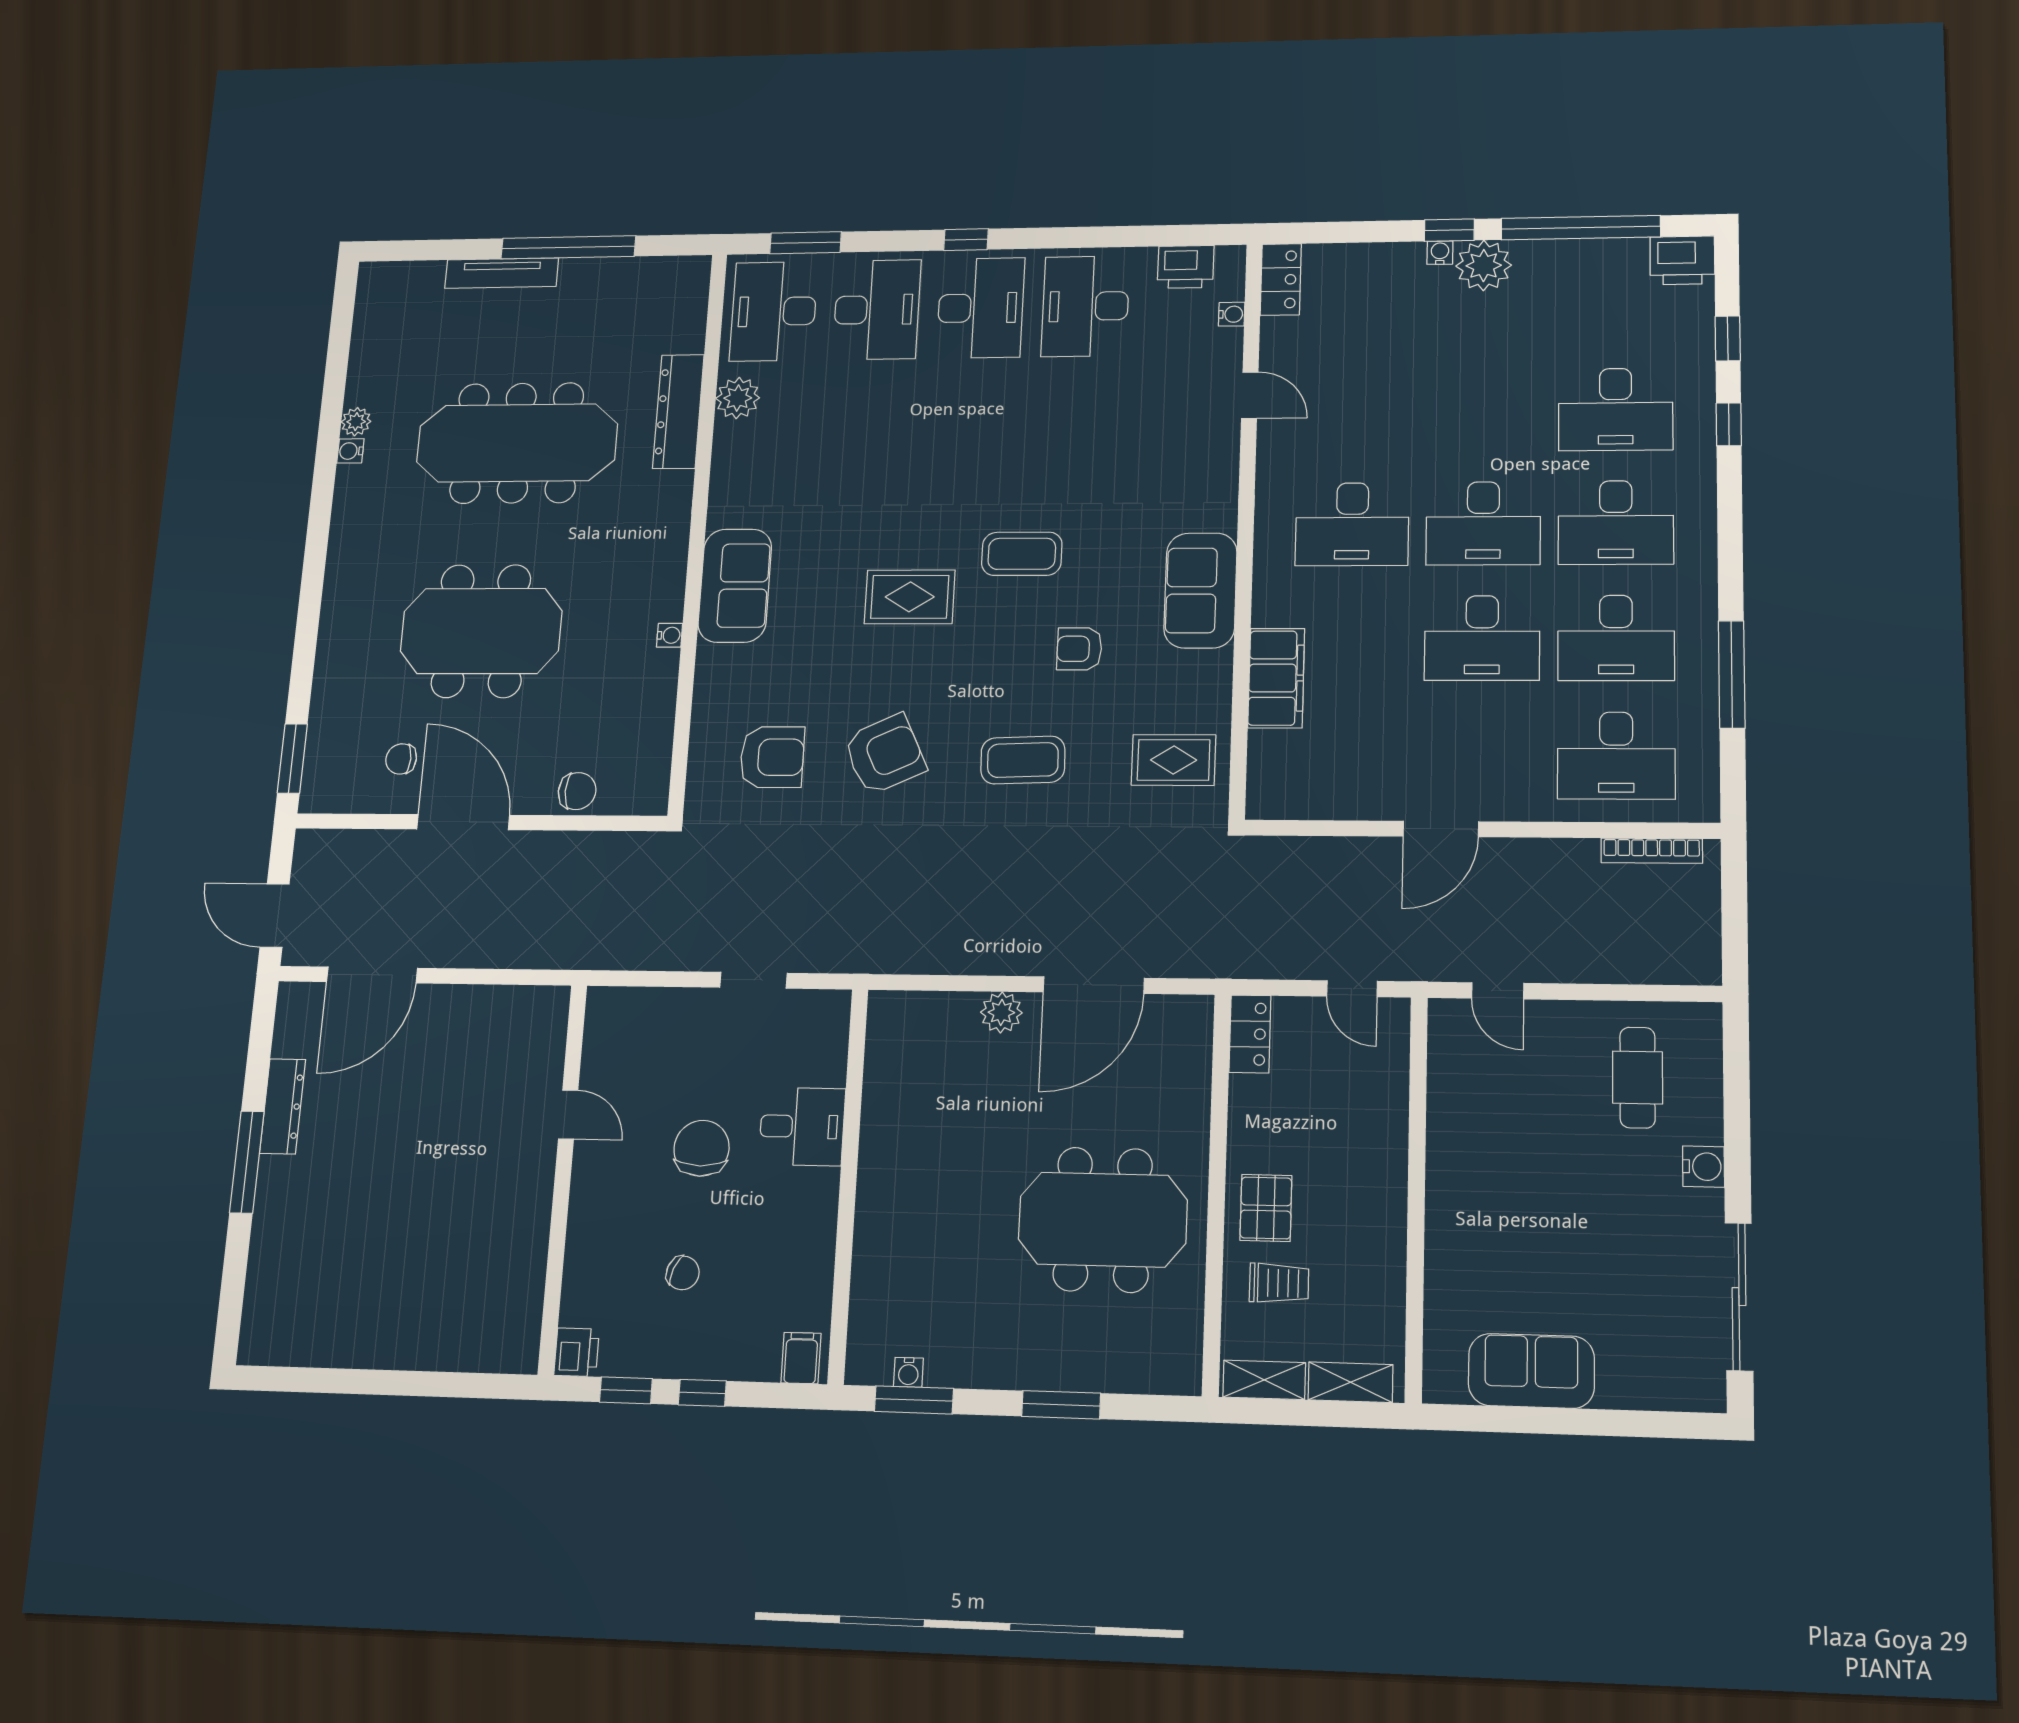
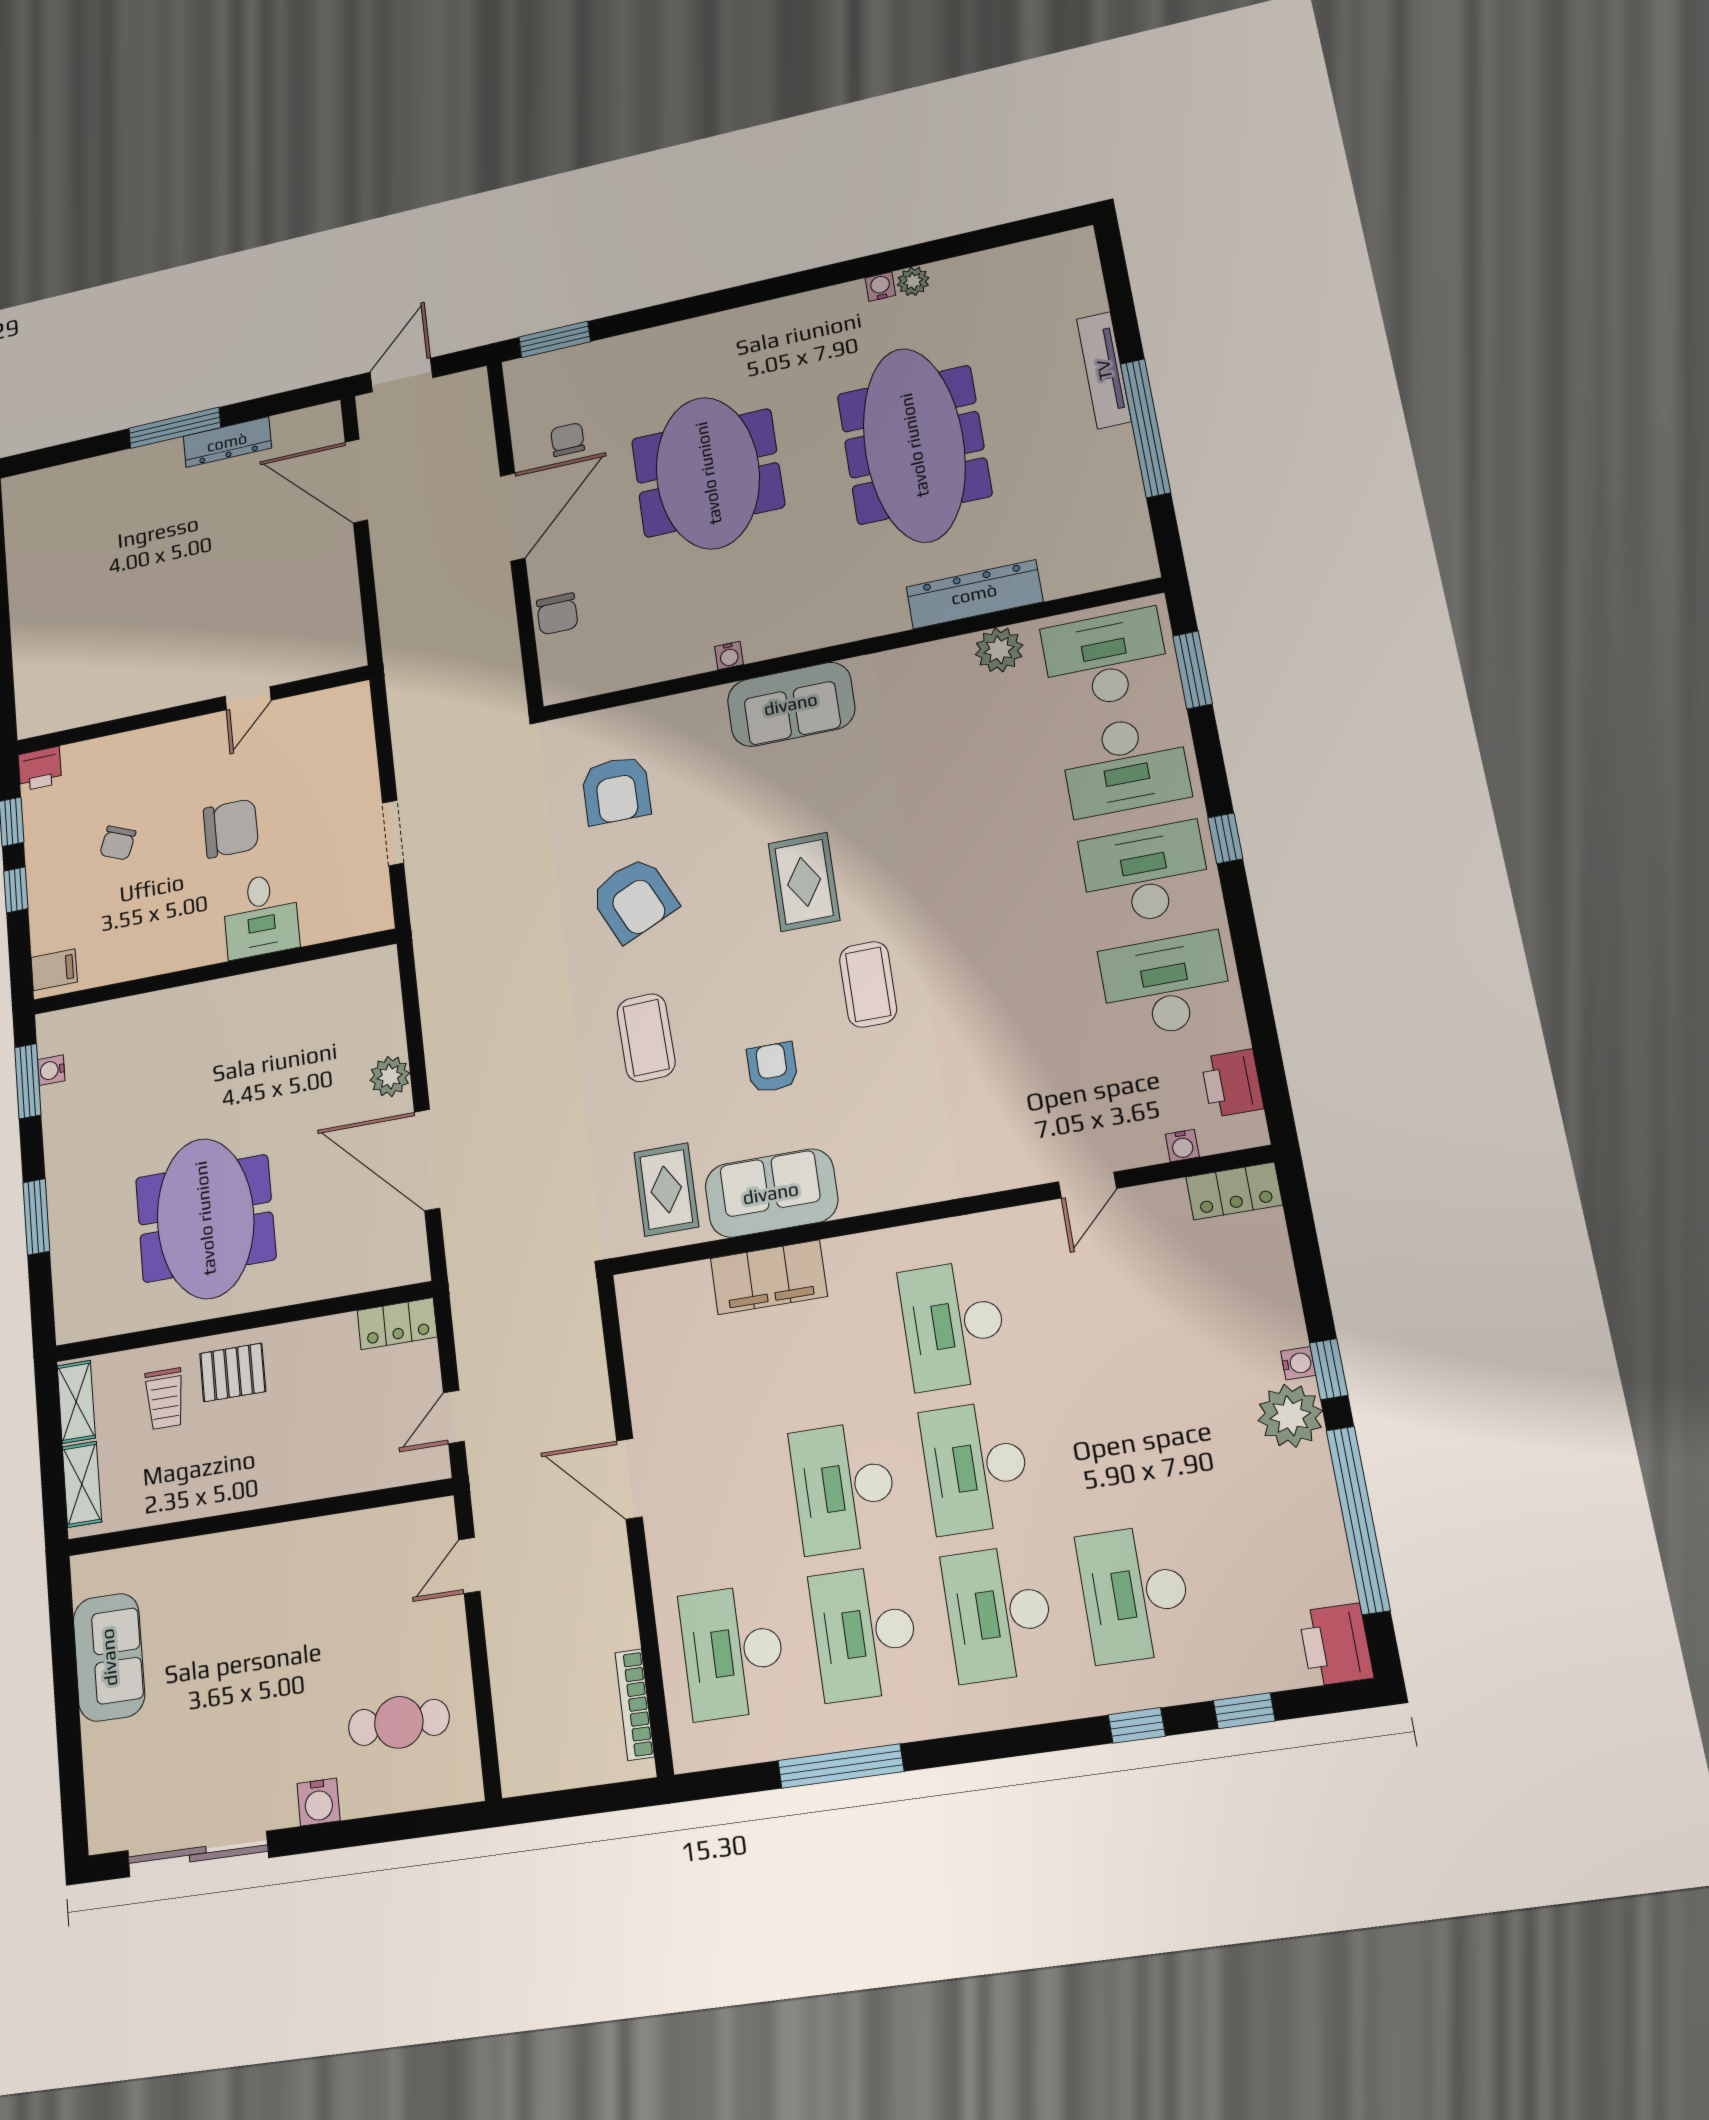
desk: (981, 308) -> (1145, 874), turned 180
sofa: (1200, 590) -> (771, 1193), moved

